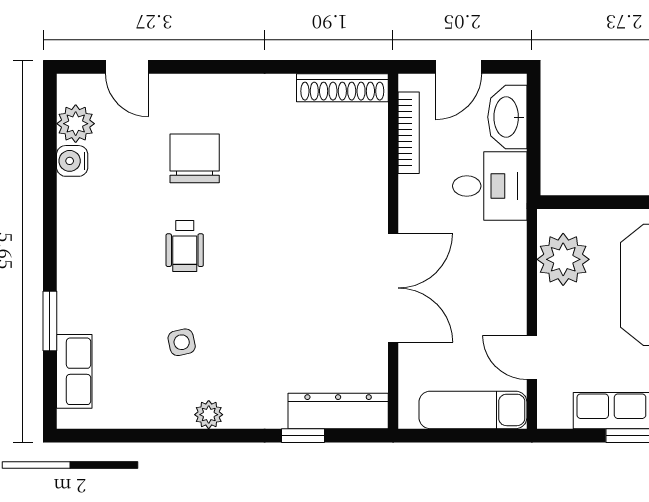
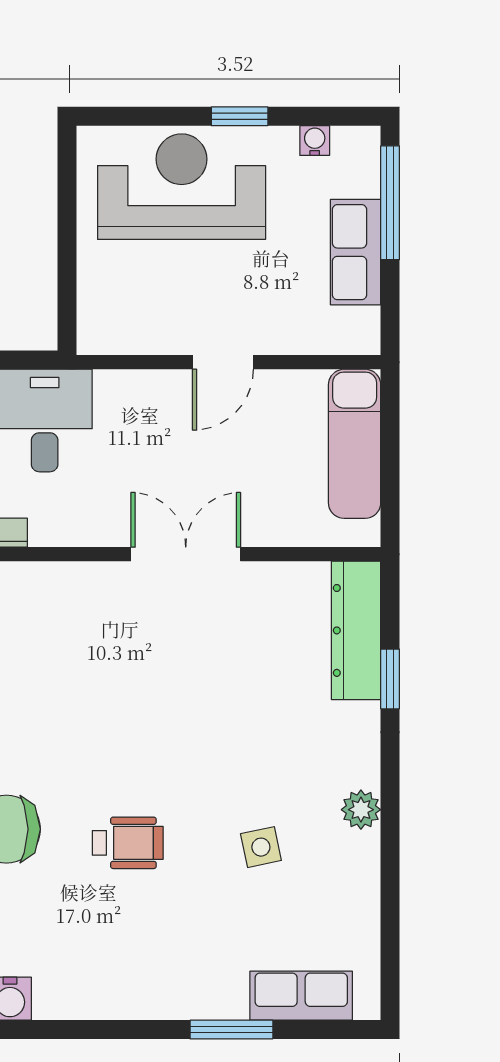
plant: (563, 259) -> (146, 319), removed
double door: (393, 288) -> (186, 554), width x0.73
door: (532, 358) -> (223, 362), moved

